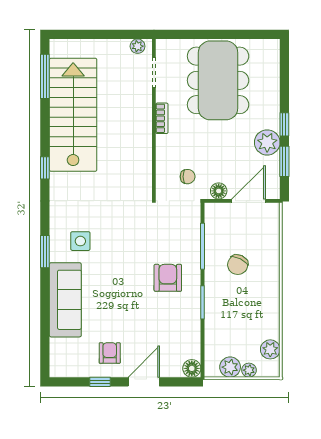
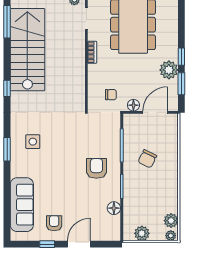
sofa: (65, 300) -> (22, 205), moved
floor lamp: (192, 368) -> (114, 208), moved
plant: (249, 370) -> (171, 236), moved

